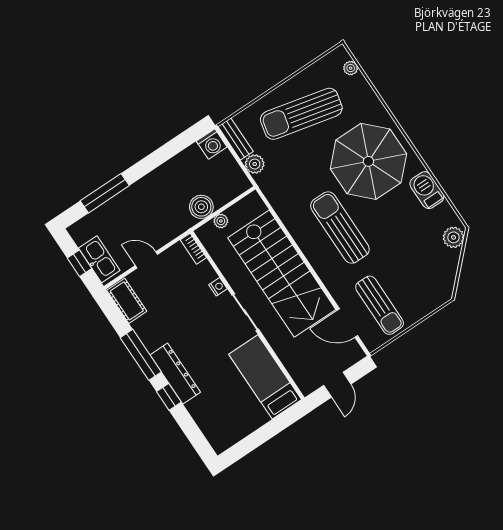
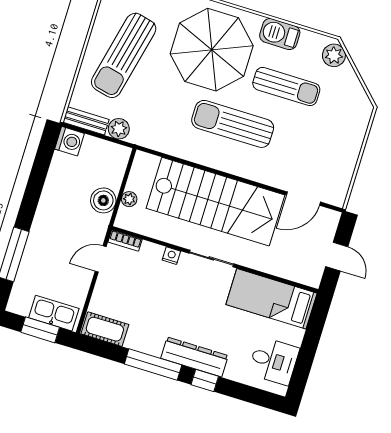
door: (146, 260) -> (101, 259), moved
window: (79, 263) -> (40, 330), width x1.50
sun lounger: (380, 305) -> (286, 87), moved
desk: (230, 423) -> (274, 361), added

